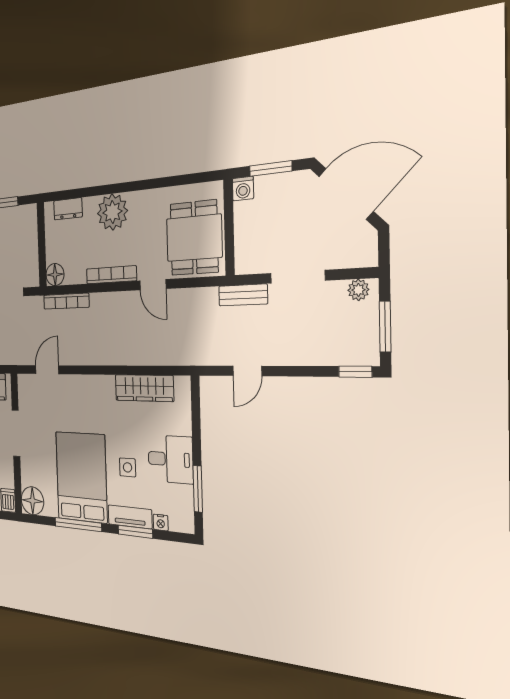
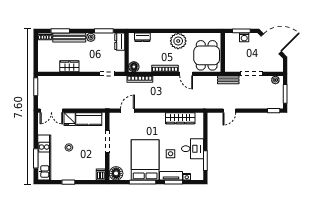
washing machine: (243, 189) -> (244, 37), moved
plant: (112, 212) -> (178, 41), moved
dresser: (29, 223) -> (120, 42), added

